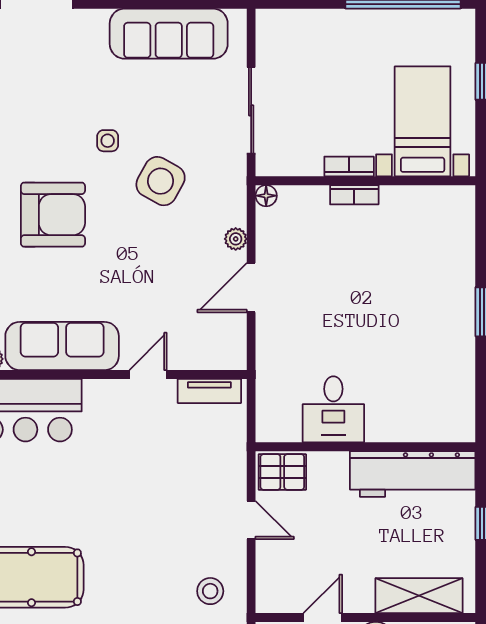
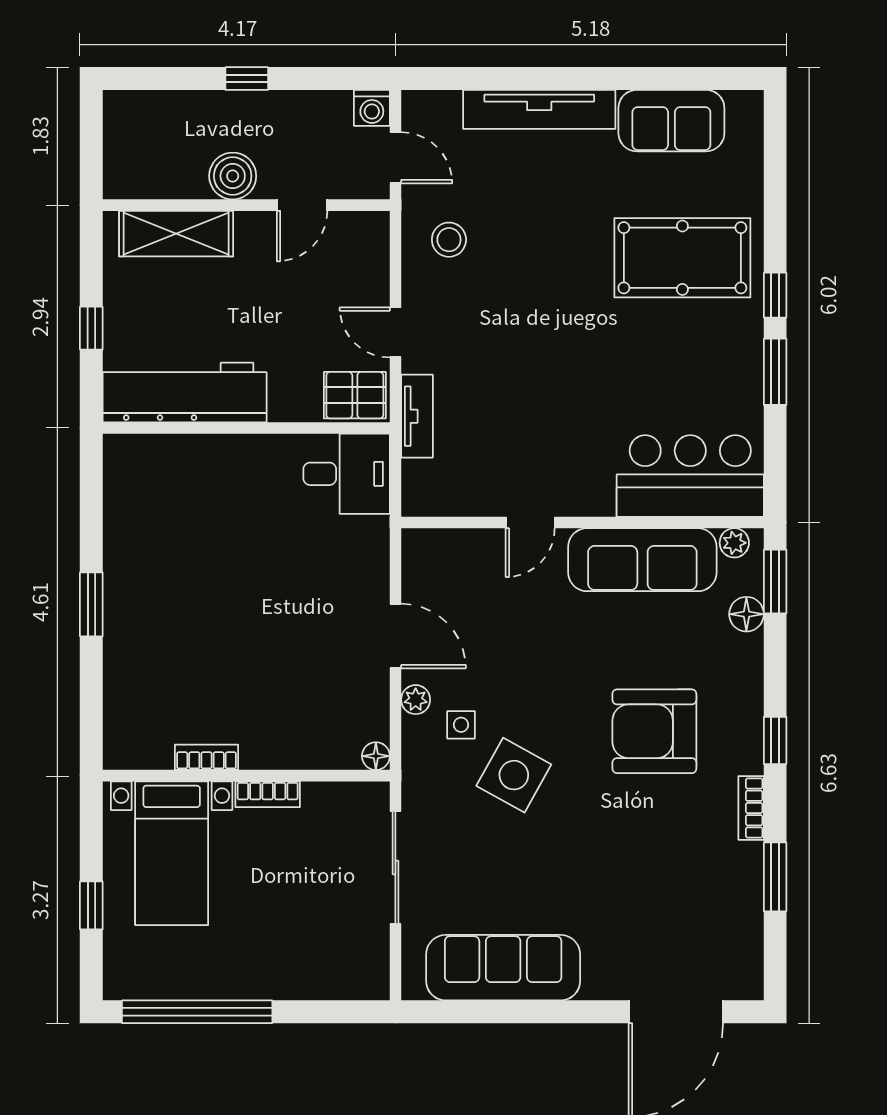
side table: (108, 141) -> (461, 725), moved
bookcase: (354, 195) -> (206, 757), moved
door: (251, 288) -> (395, 636), hinge flipped
tv unit: (209, 391) -> (417, 416), moved, turned 90
desk: (333, 409) -> (347, 474), moved, turned 90

